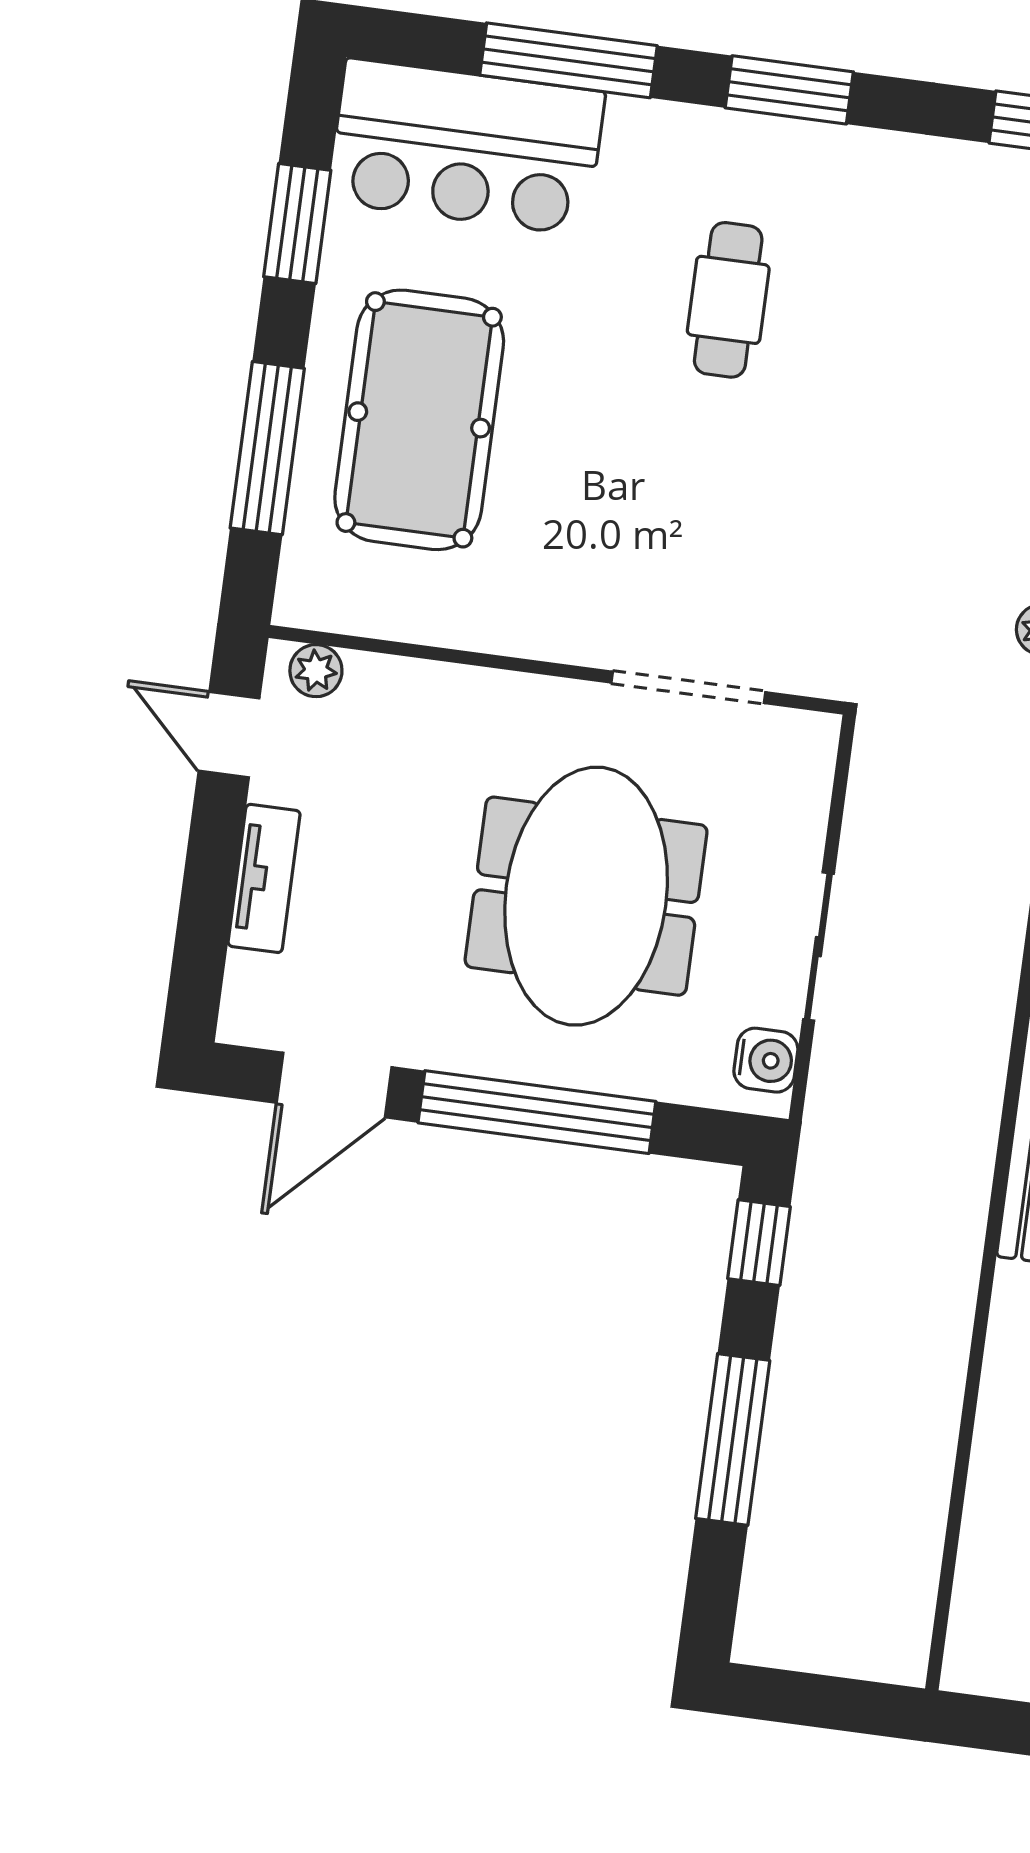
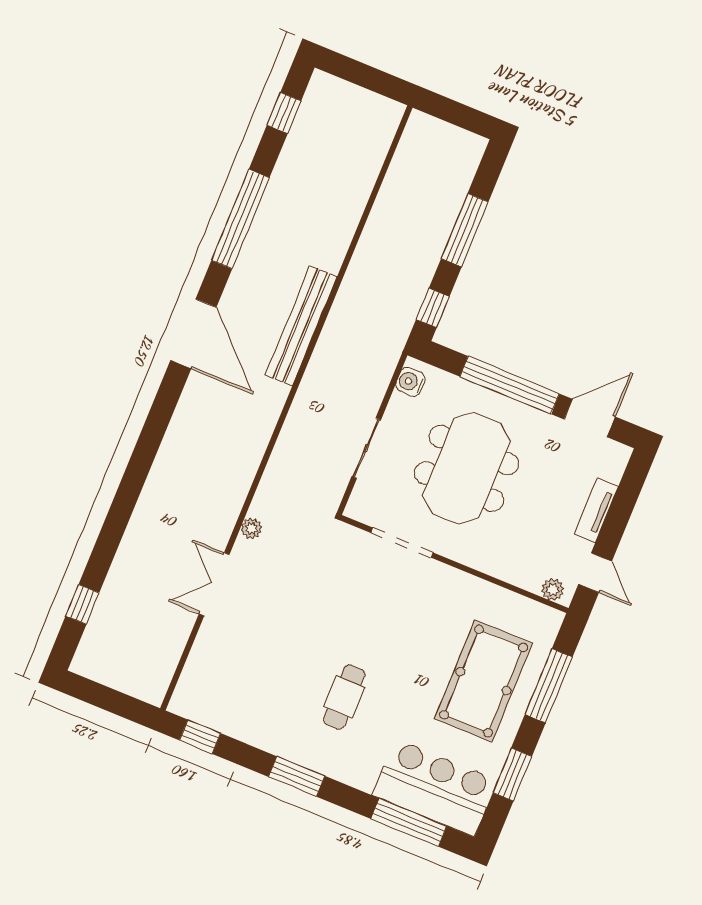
window: (568, 60) -> (409, 822), moved
sliding door: (818, 947) -> (366, 448), moved

